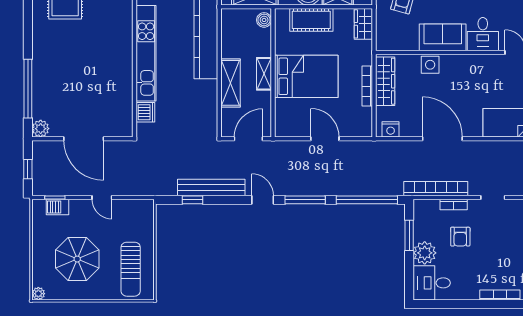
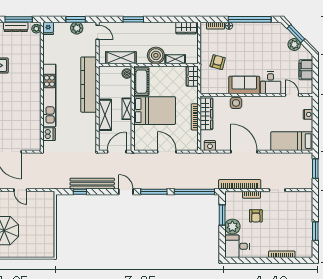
cot: (311, 20) -> (141, 82), moved, turned 90
sun lounger: (131, 269) -> (39, 237), removed

